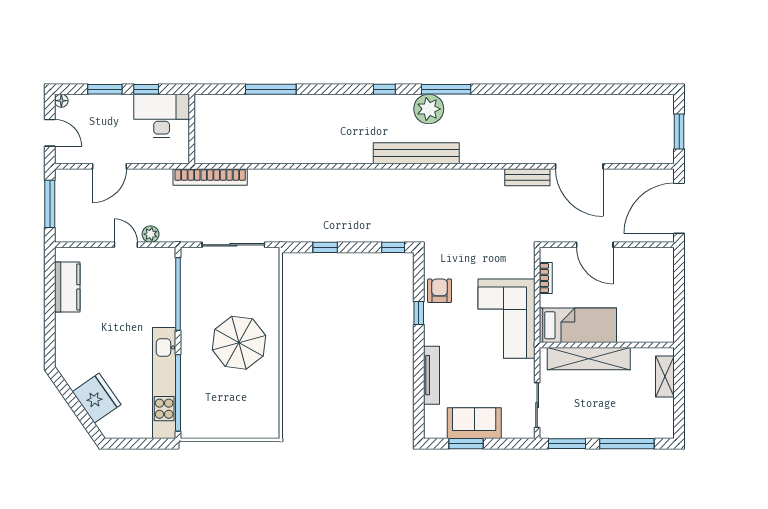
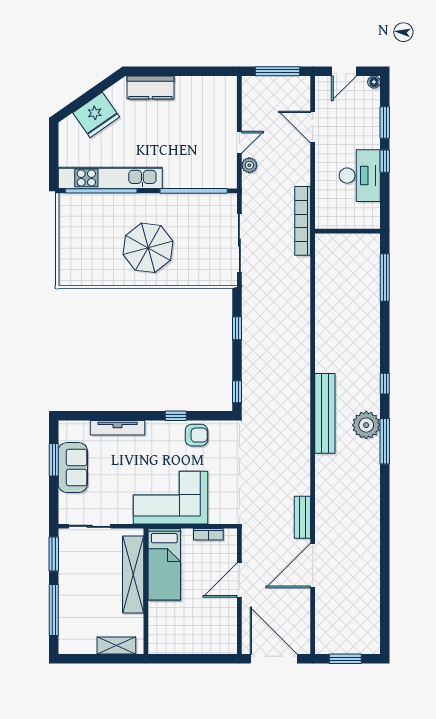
wall: (192, 129) -> (348, 231), moved
kitchen counter: (67, 287) -> (150, 87), moved

